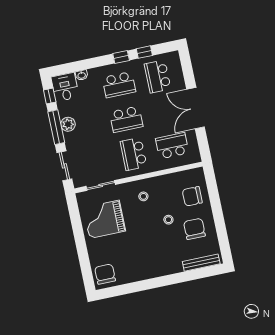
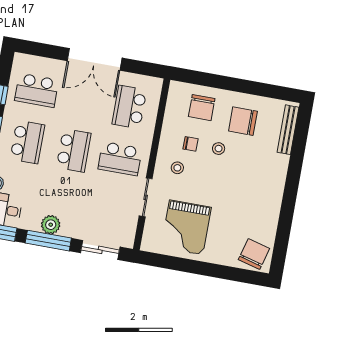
sliding door: (101, 185) -> (146, 197), moved
chair: (164, 199) -> (191, 144), added
chair: (105, 274) -> (254, 254), turned 105

